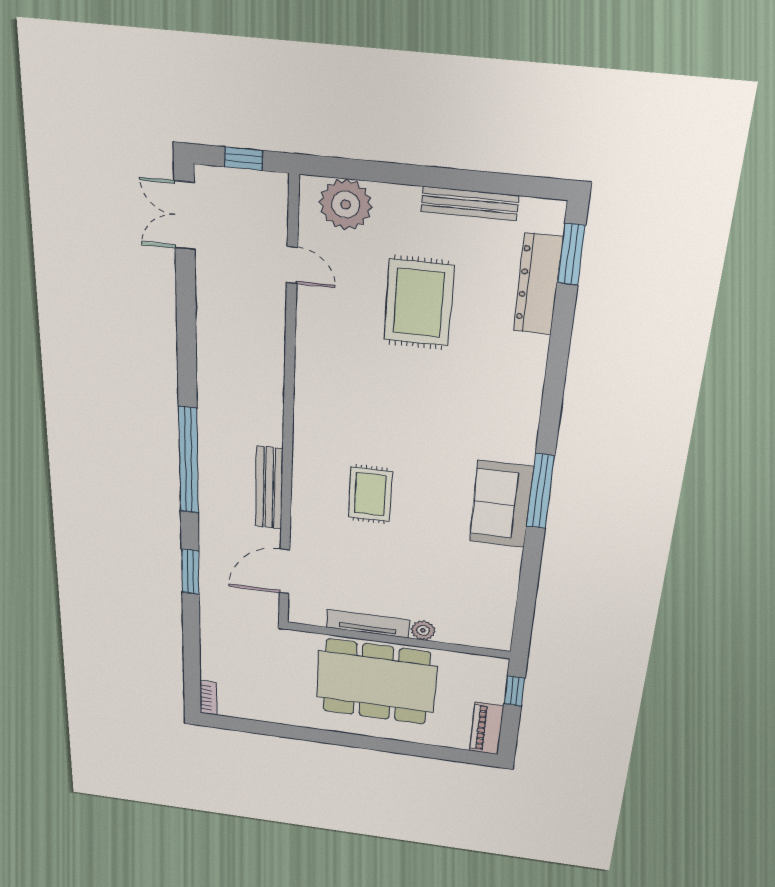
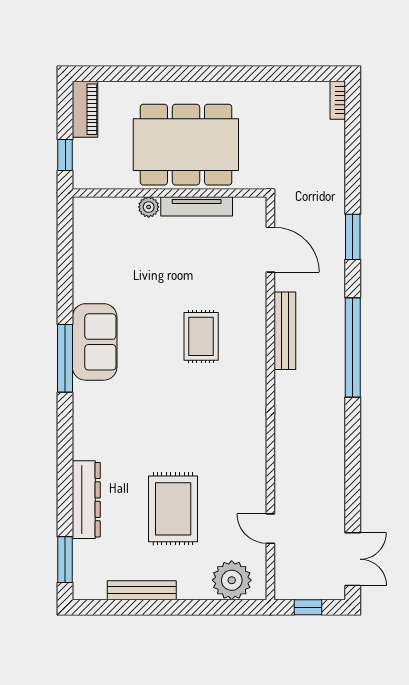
dresser: (538, 284) -> (86, 500), moved
door: (285, 571) -> (270, 250), hinge flipped

